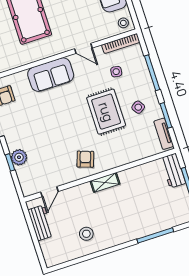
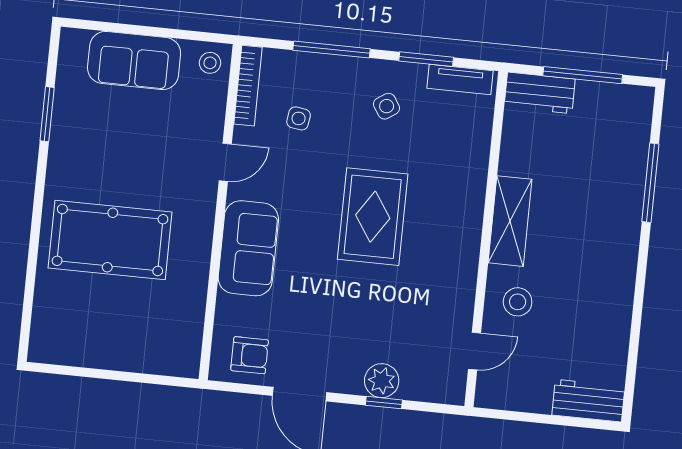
rug: (106, 112) -> (373, 217), moved, turned 90
armchair: (85, 159) -> (442, 253), removed
shelving: (105, 182) -> (510, 221), width x1.50, depth x1.33
door: (49, 192) -> (475, 351), hinge flipped
workbench: (41, 223) -> (588, 401), moved
stool: (86, 234) -> (518, 302), moved

